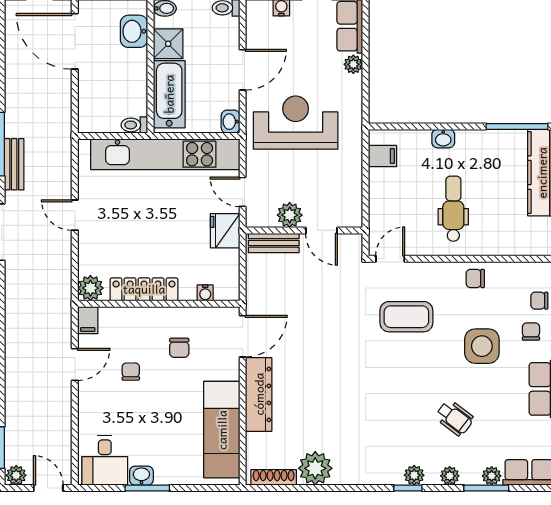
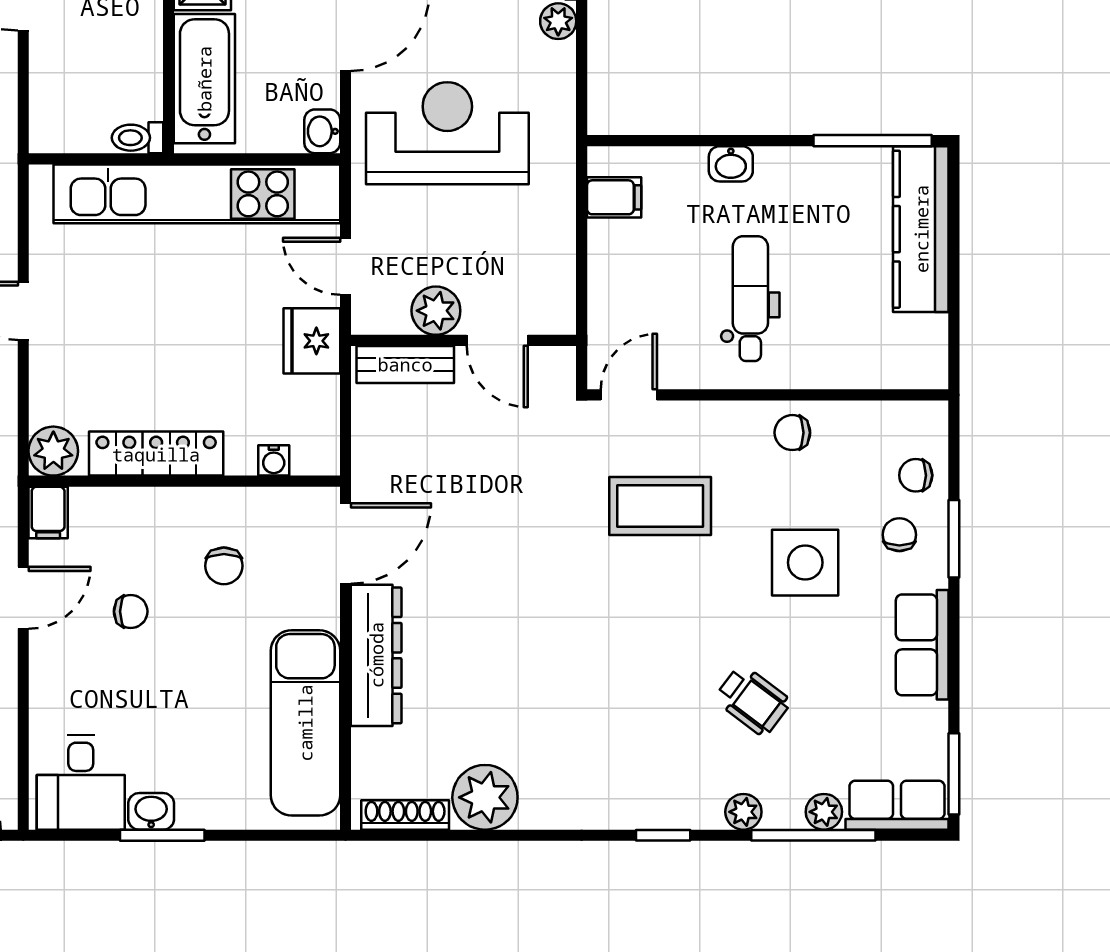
chair: (131, 372) -> (131, 611), turned 91
plant: (414, 475) -> (675, 811), removed
window: (486, 488) -> (813, 835), width x1.44

